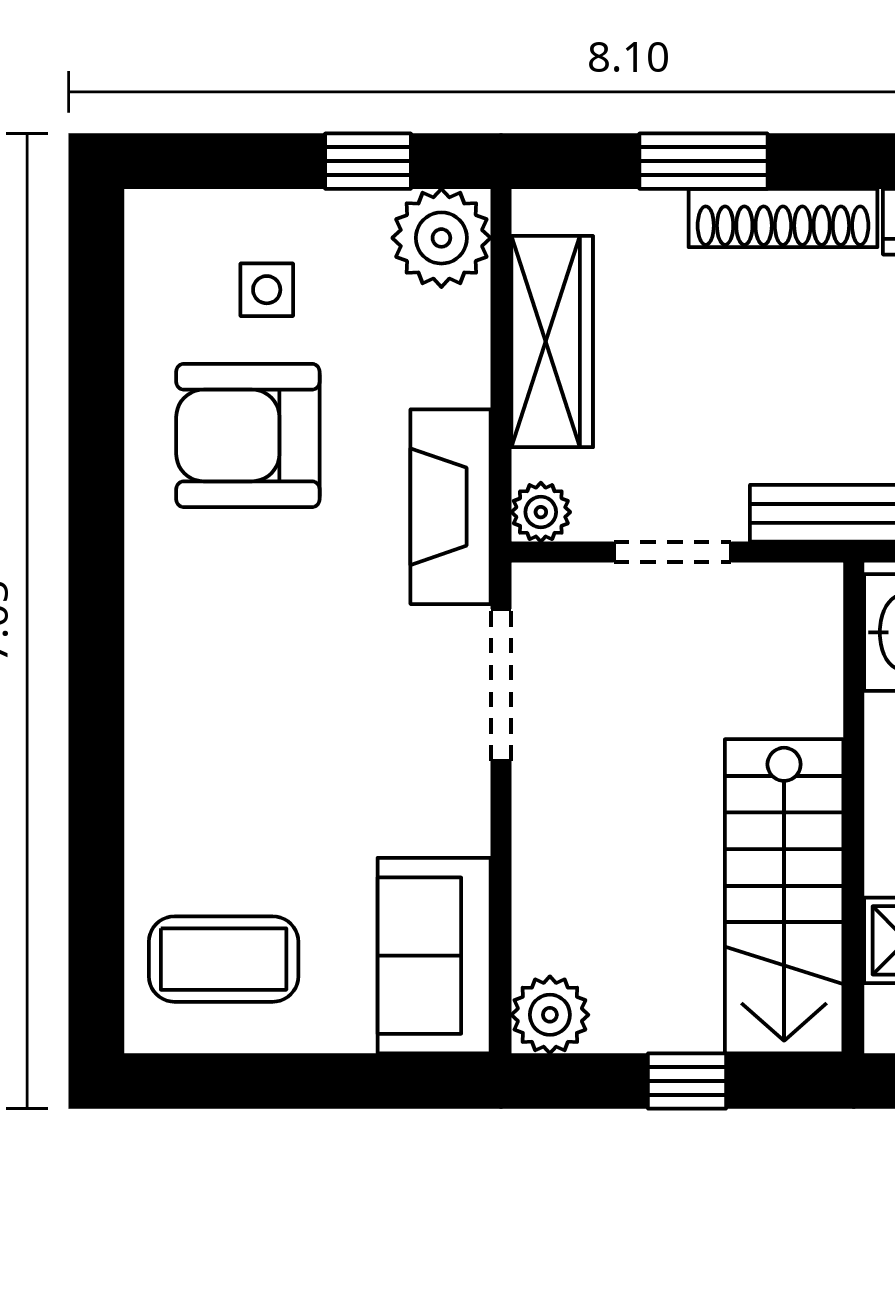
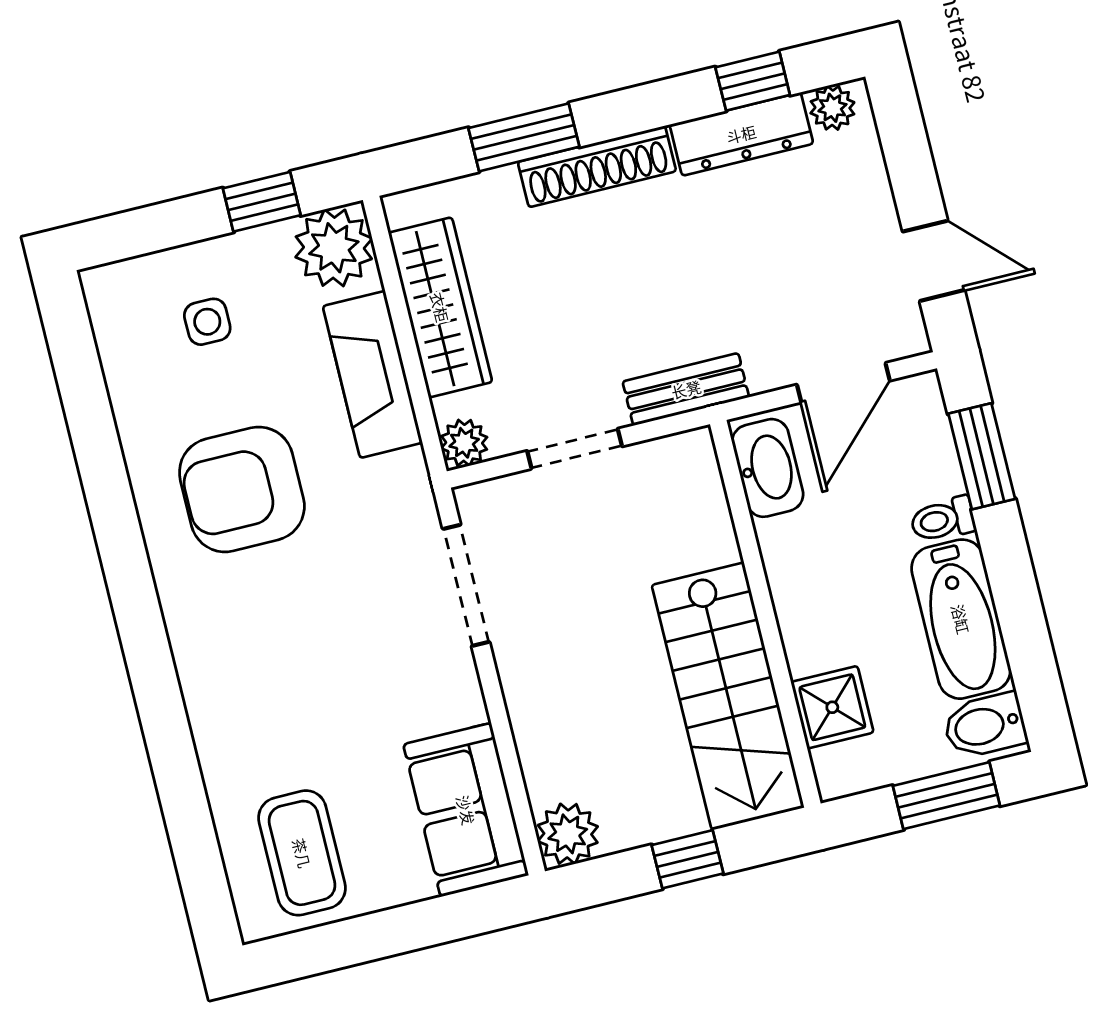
armchair: (248, 435) -> (242, 489), moved
fireplace: (451, 507) -> (373, 374), moved
coffee table: (224, 959) -> (302, 853), turned 90

